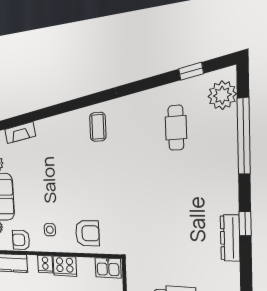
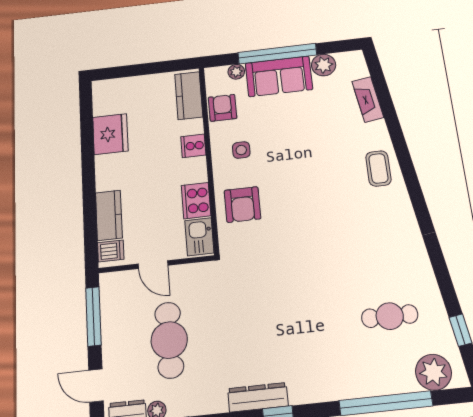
coffee table: (98, 127) -> (378, 168), moved, turned 90
cooker: (65, 266) -> (196, 201), moved

